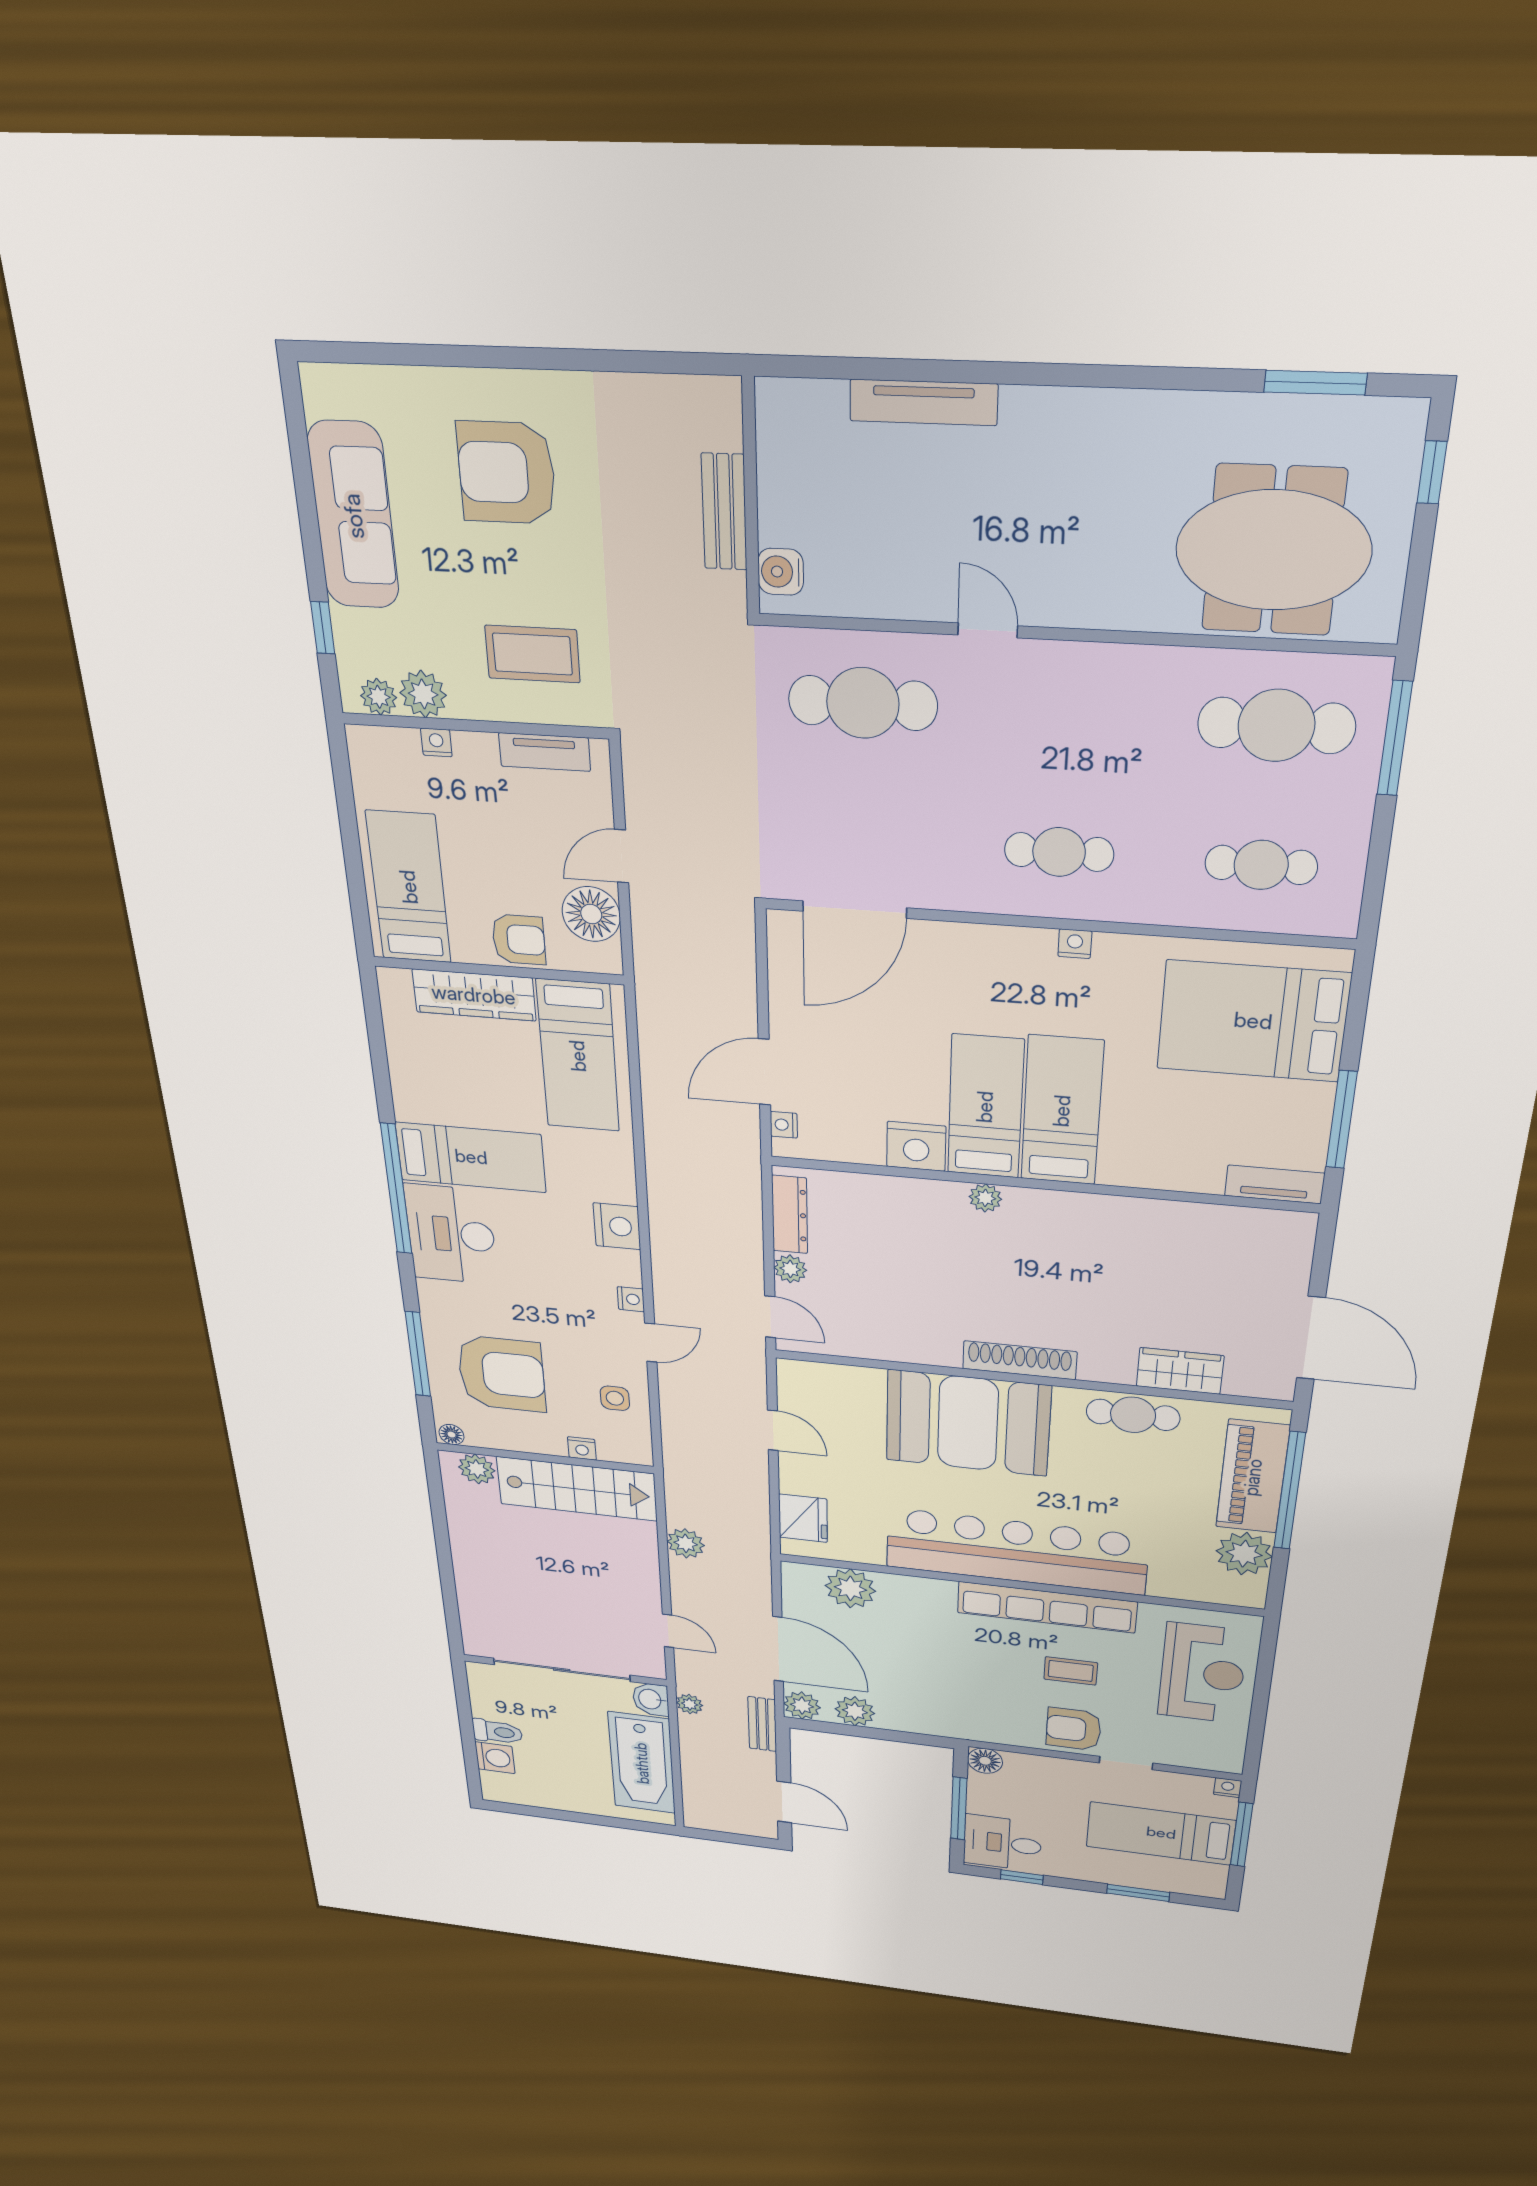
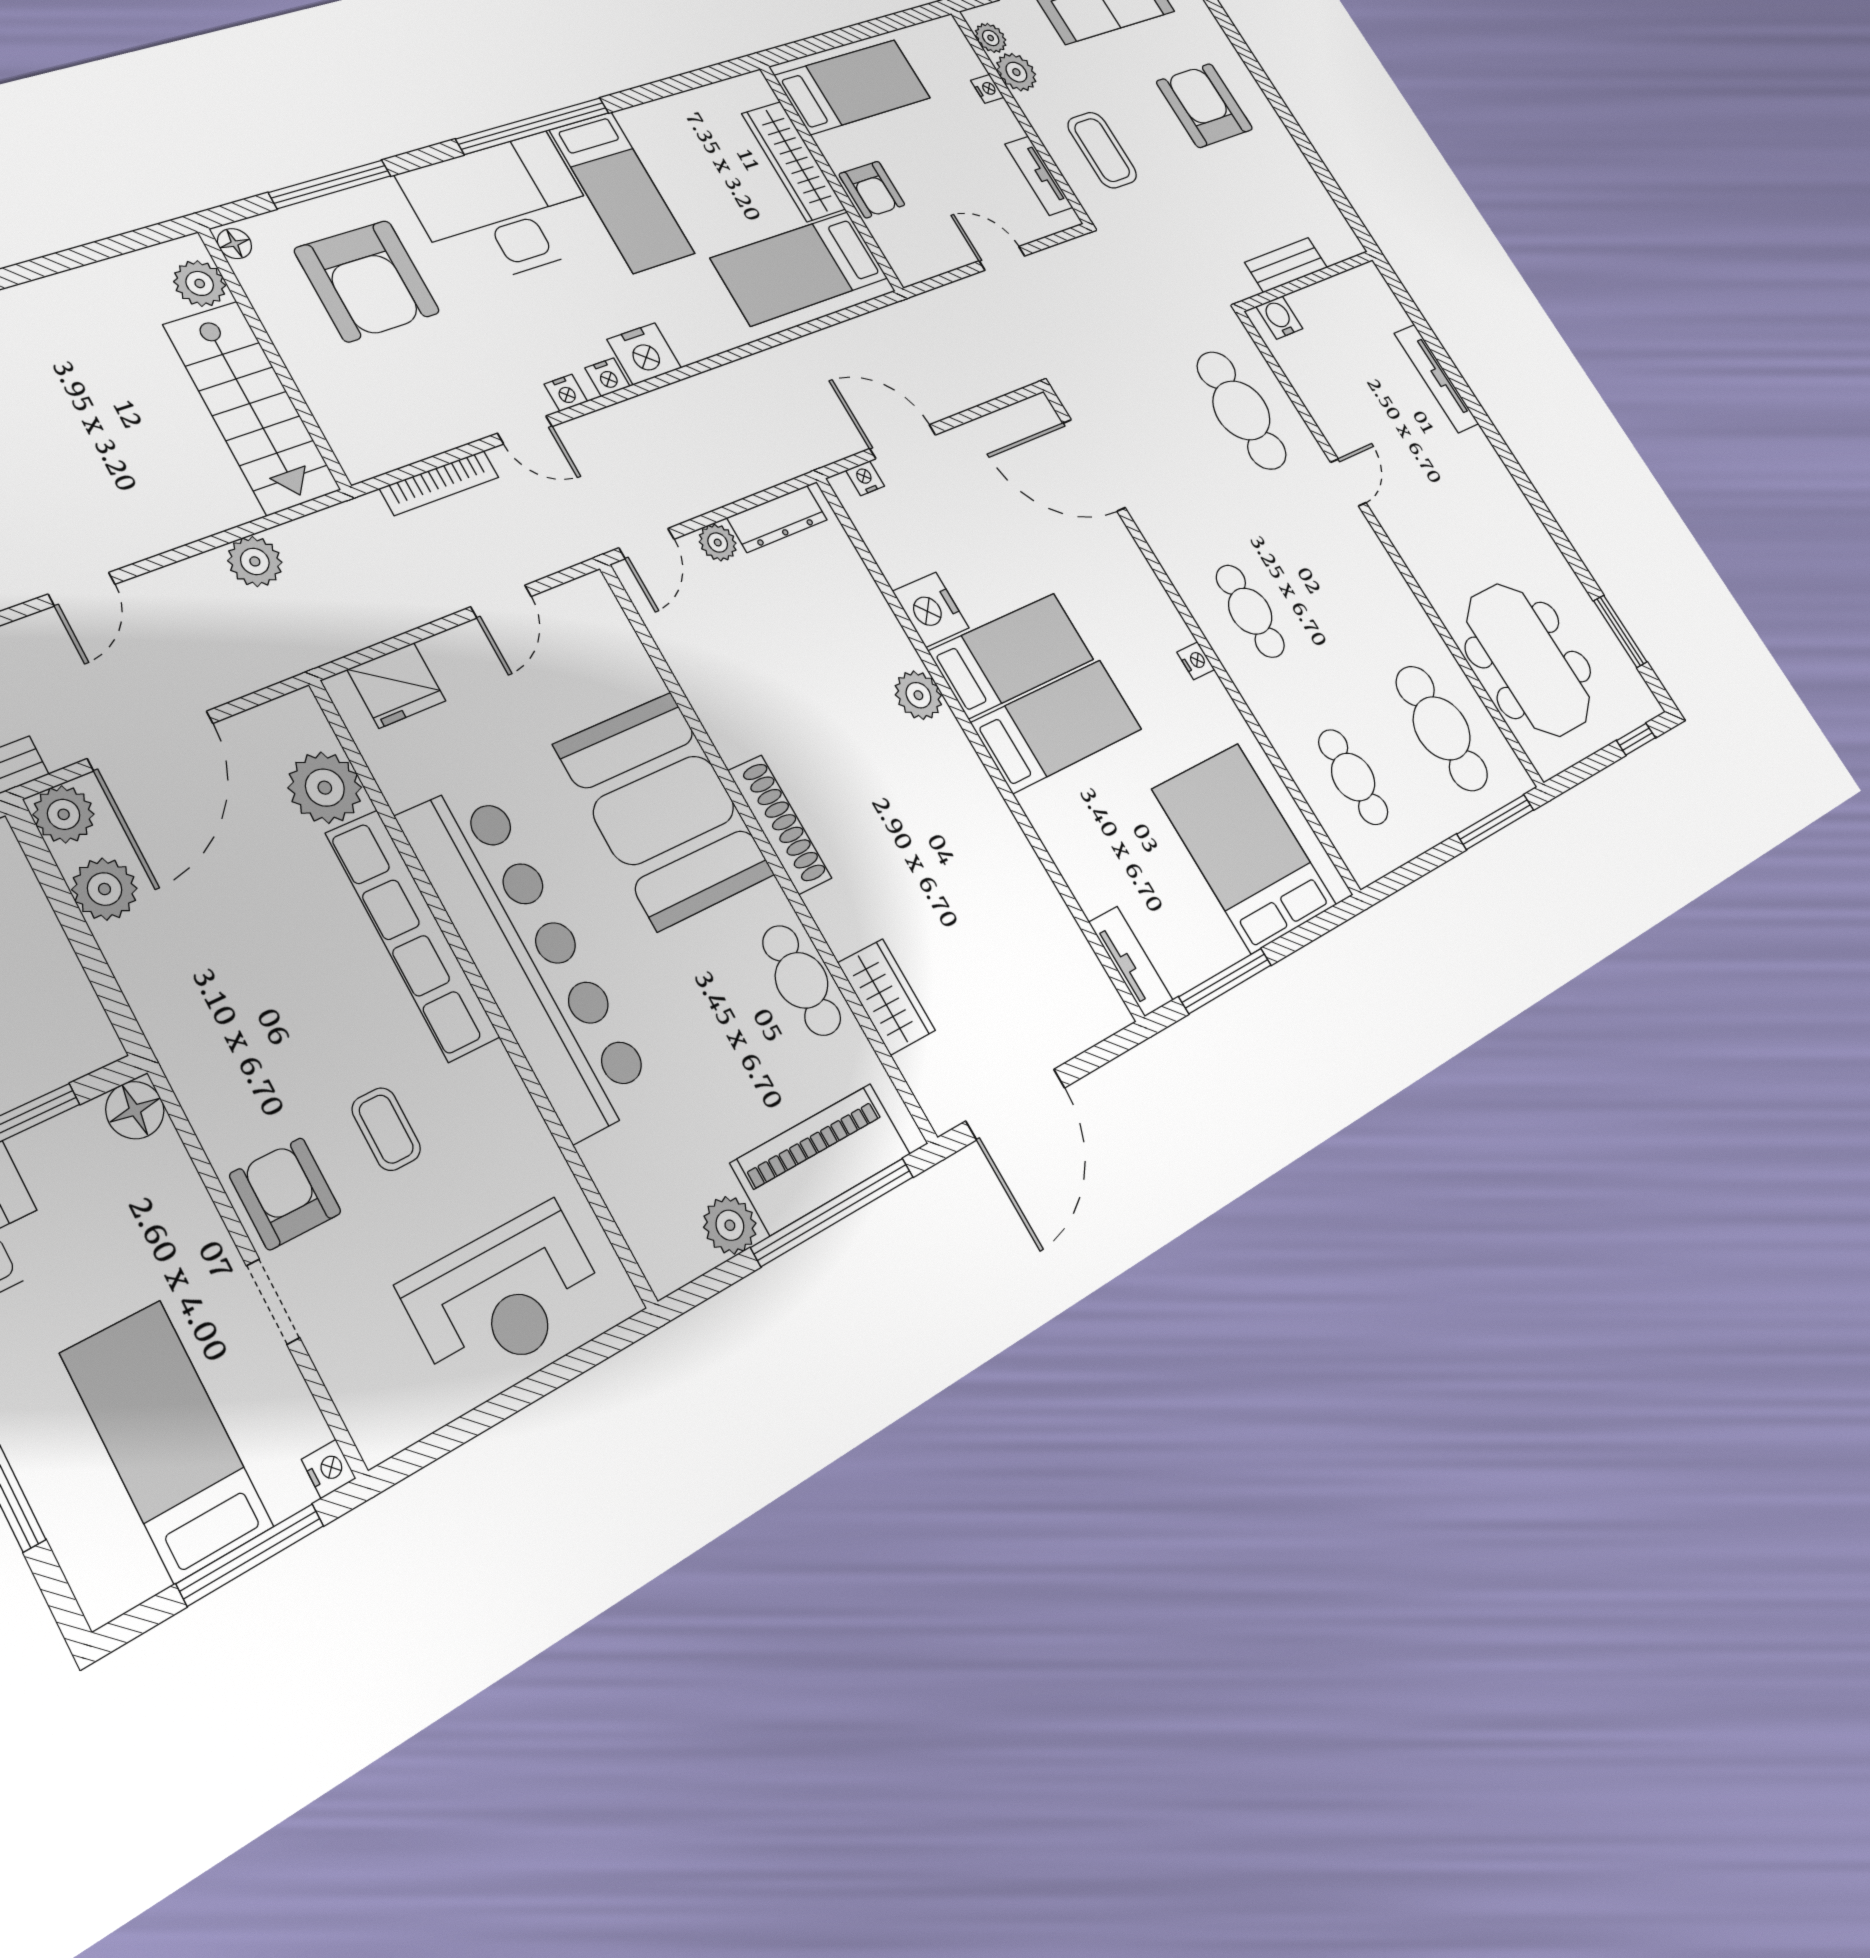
floor lamp: (591, 914) -> (937, 246), removed
plant: (985, 1198) -> (918, 695), width x1.38, depth x1.38
desk: (451, 1234) -> (504, 209), width x1.36, depth x1.30
side table: (615, 1398) -> (421, 413), removed
bookcase: (671, 1417) -> (439, 483), added
nightstand: (582, 1448) -> (607, 377), moved, turned -90
plant: (1244, 1554) -> (730, 1225), width x0.73, depth x0.73
row of seats: (1047, 1607) -> (412, 935), moved

